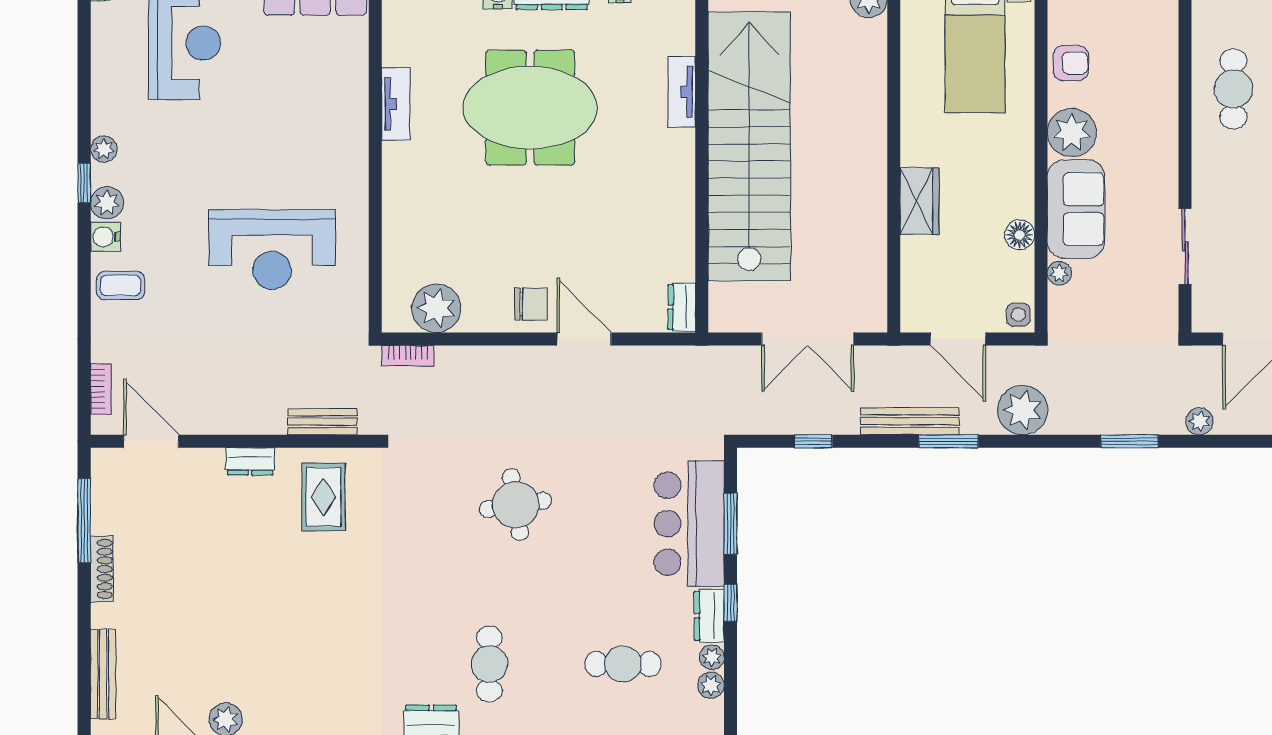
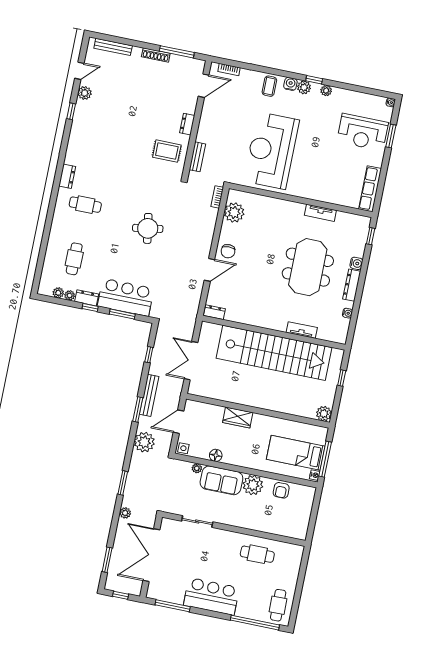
reception desk: (272, 250) -> (271, 151), width x1.36, depth x1.30

